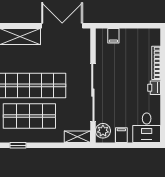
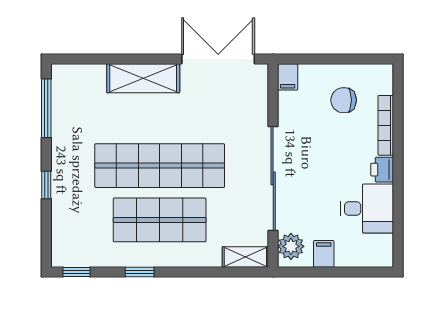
filing cabinet: (113, 36) -> (288, 77), moved
chair: (132, 49) -> (344, 100), added
desk: (147, 128) -> (367, 209), moved, turned -90

